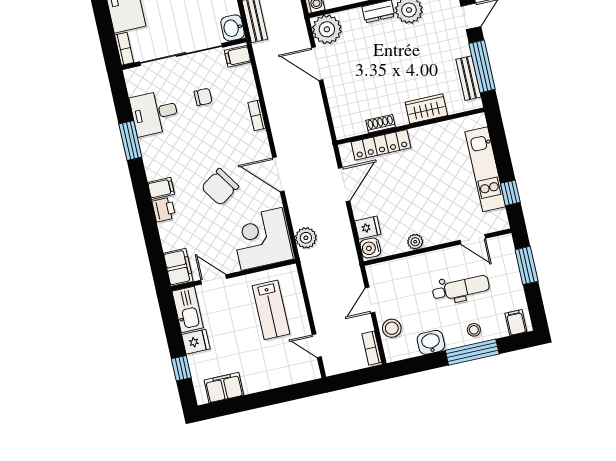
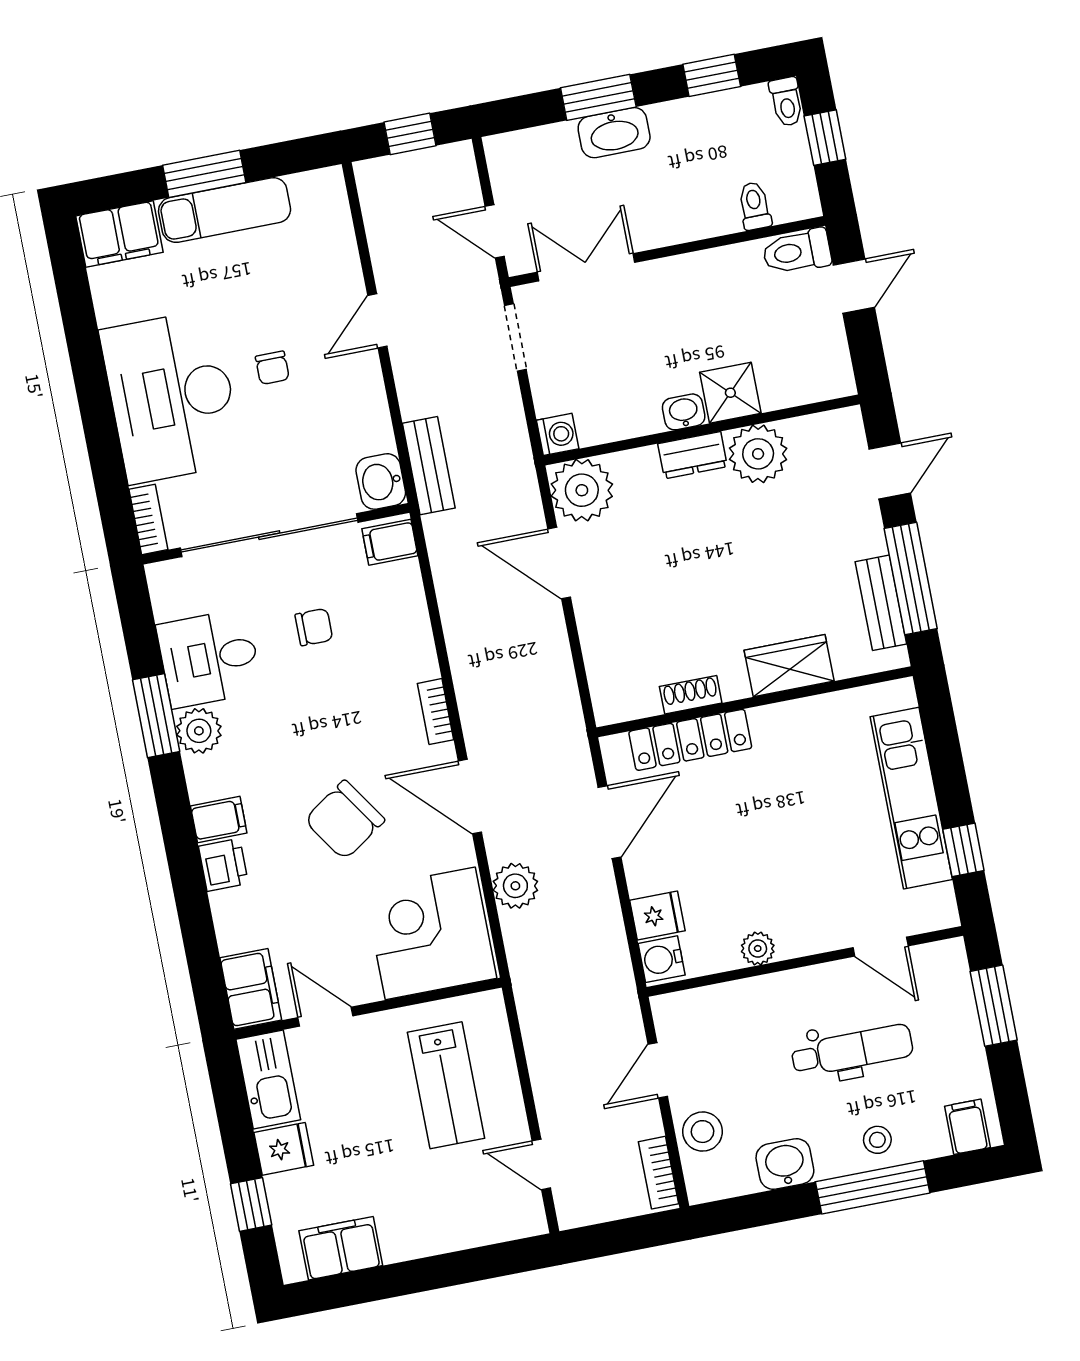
bookcase: (257, 115) -> (436, 712), moved
plant: (151, 147) -> (199, 731), added
plant: (306, 238) -> (515, 886), moved

